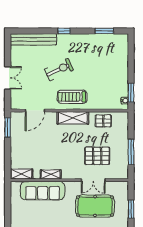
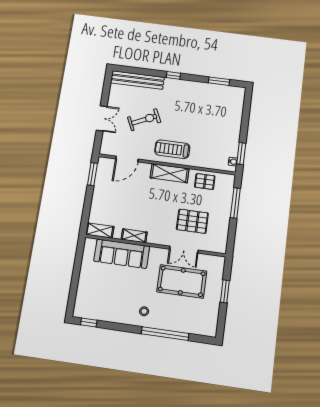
exercise bike: (59, 70) -> (144, 120), moved
window: (131, 152) -> (235, 203), moved

